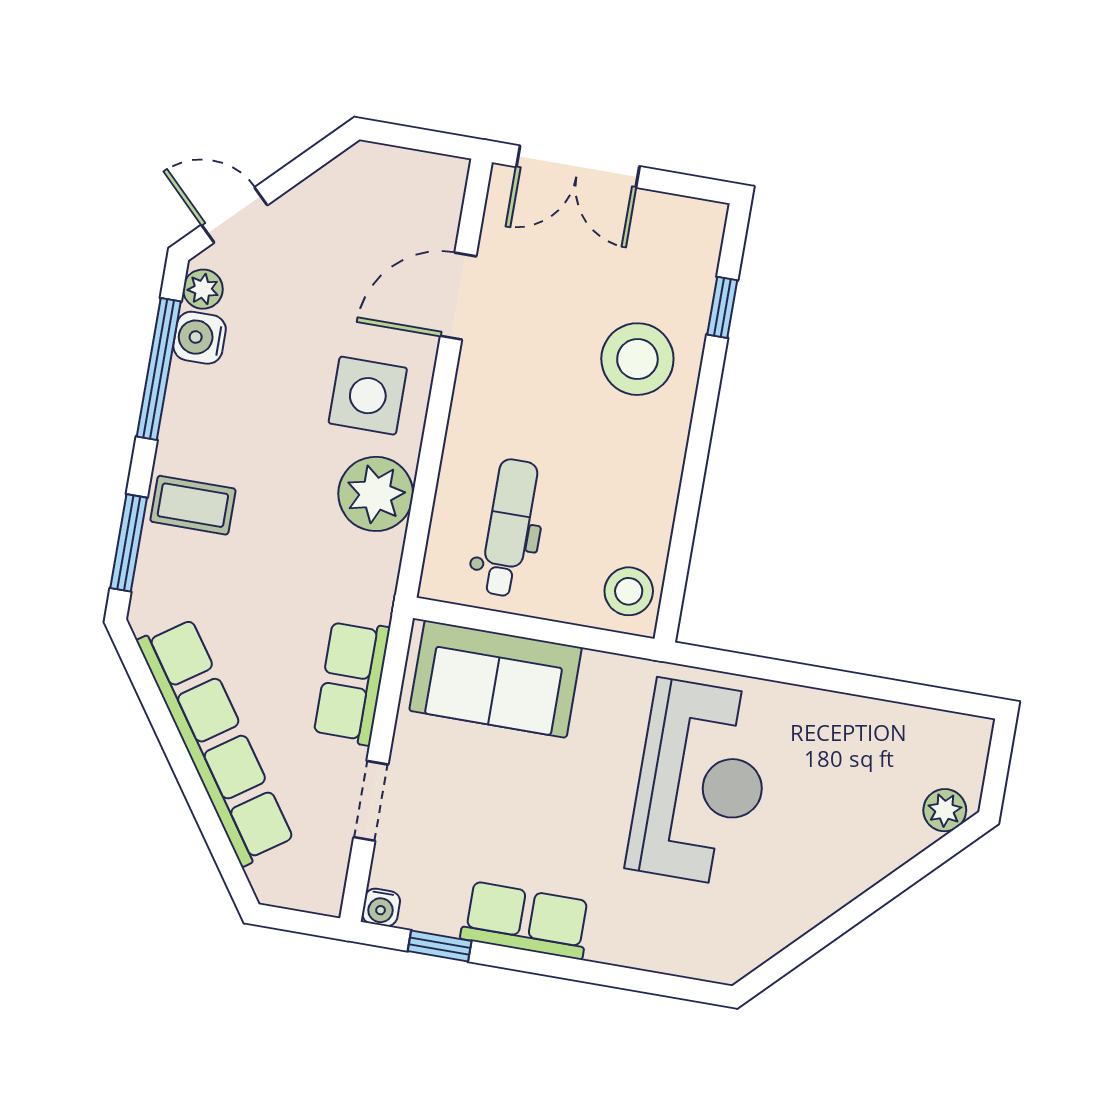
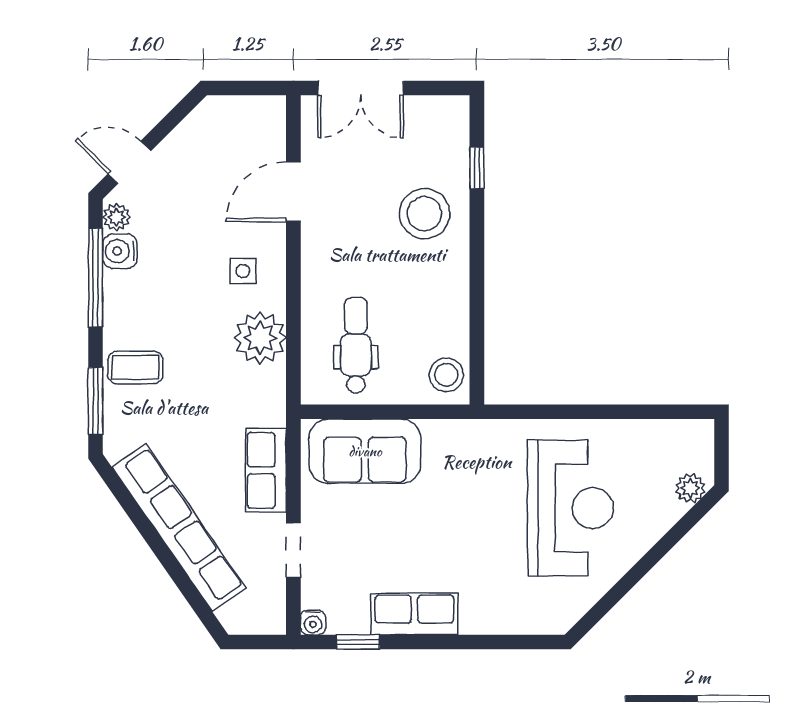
side table: (368, 396) -> (243, 271), width x0.54, depth x0.54
reception desk: (701, 783) -> (570, 508), moved

